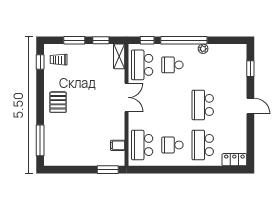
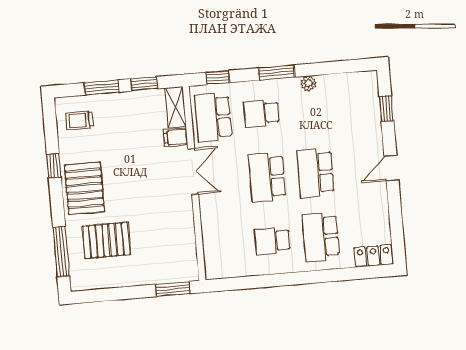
window: (184, 40) -> (277, 72), width x0.47
window: (40, 62) -> (54, 166), moved
pallet: (58, 102) -> (84, 188), width x1.50, depth x1.42
door: (250, 106) -> (391, 168), swing flipped
pallet: (69, 136) -> (106, 240), added
filing cabinet: (118, 145) -> (176, 137), moved
school desk: (142, 145) -> (267, 177), moved

